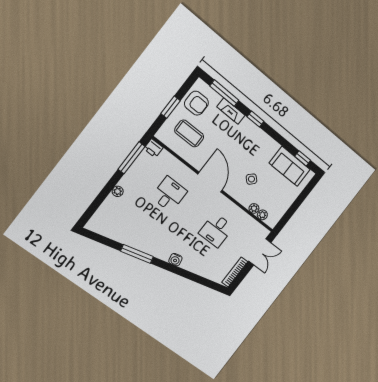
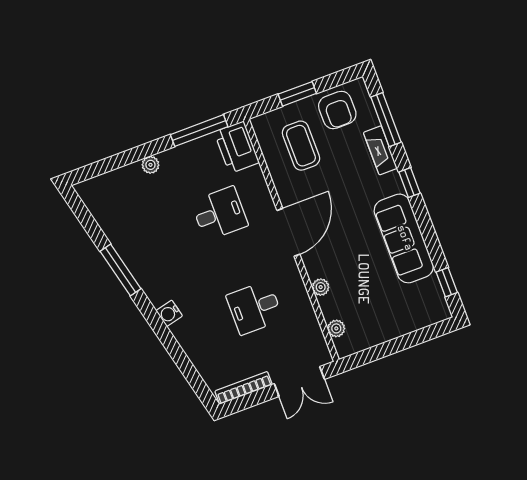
printer: (153, 148) -> (237, 147), width x1.87, depth x1.48
sofa: (290, 166) -> (404, 238), moved, width x1.36
side table: (251, 179) -> (352, 265), removed
plant: (254, 208) -> (321, 287), moved

